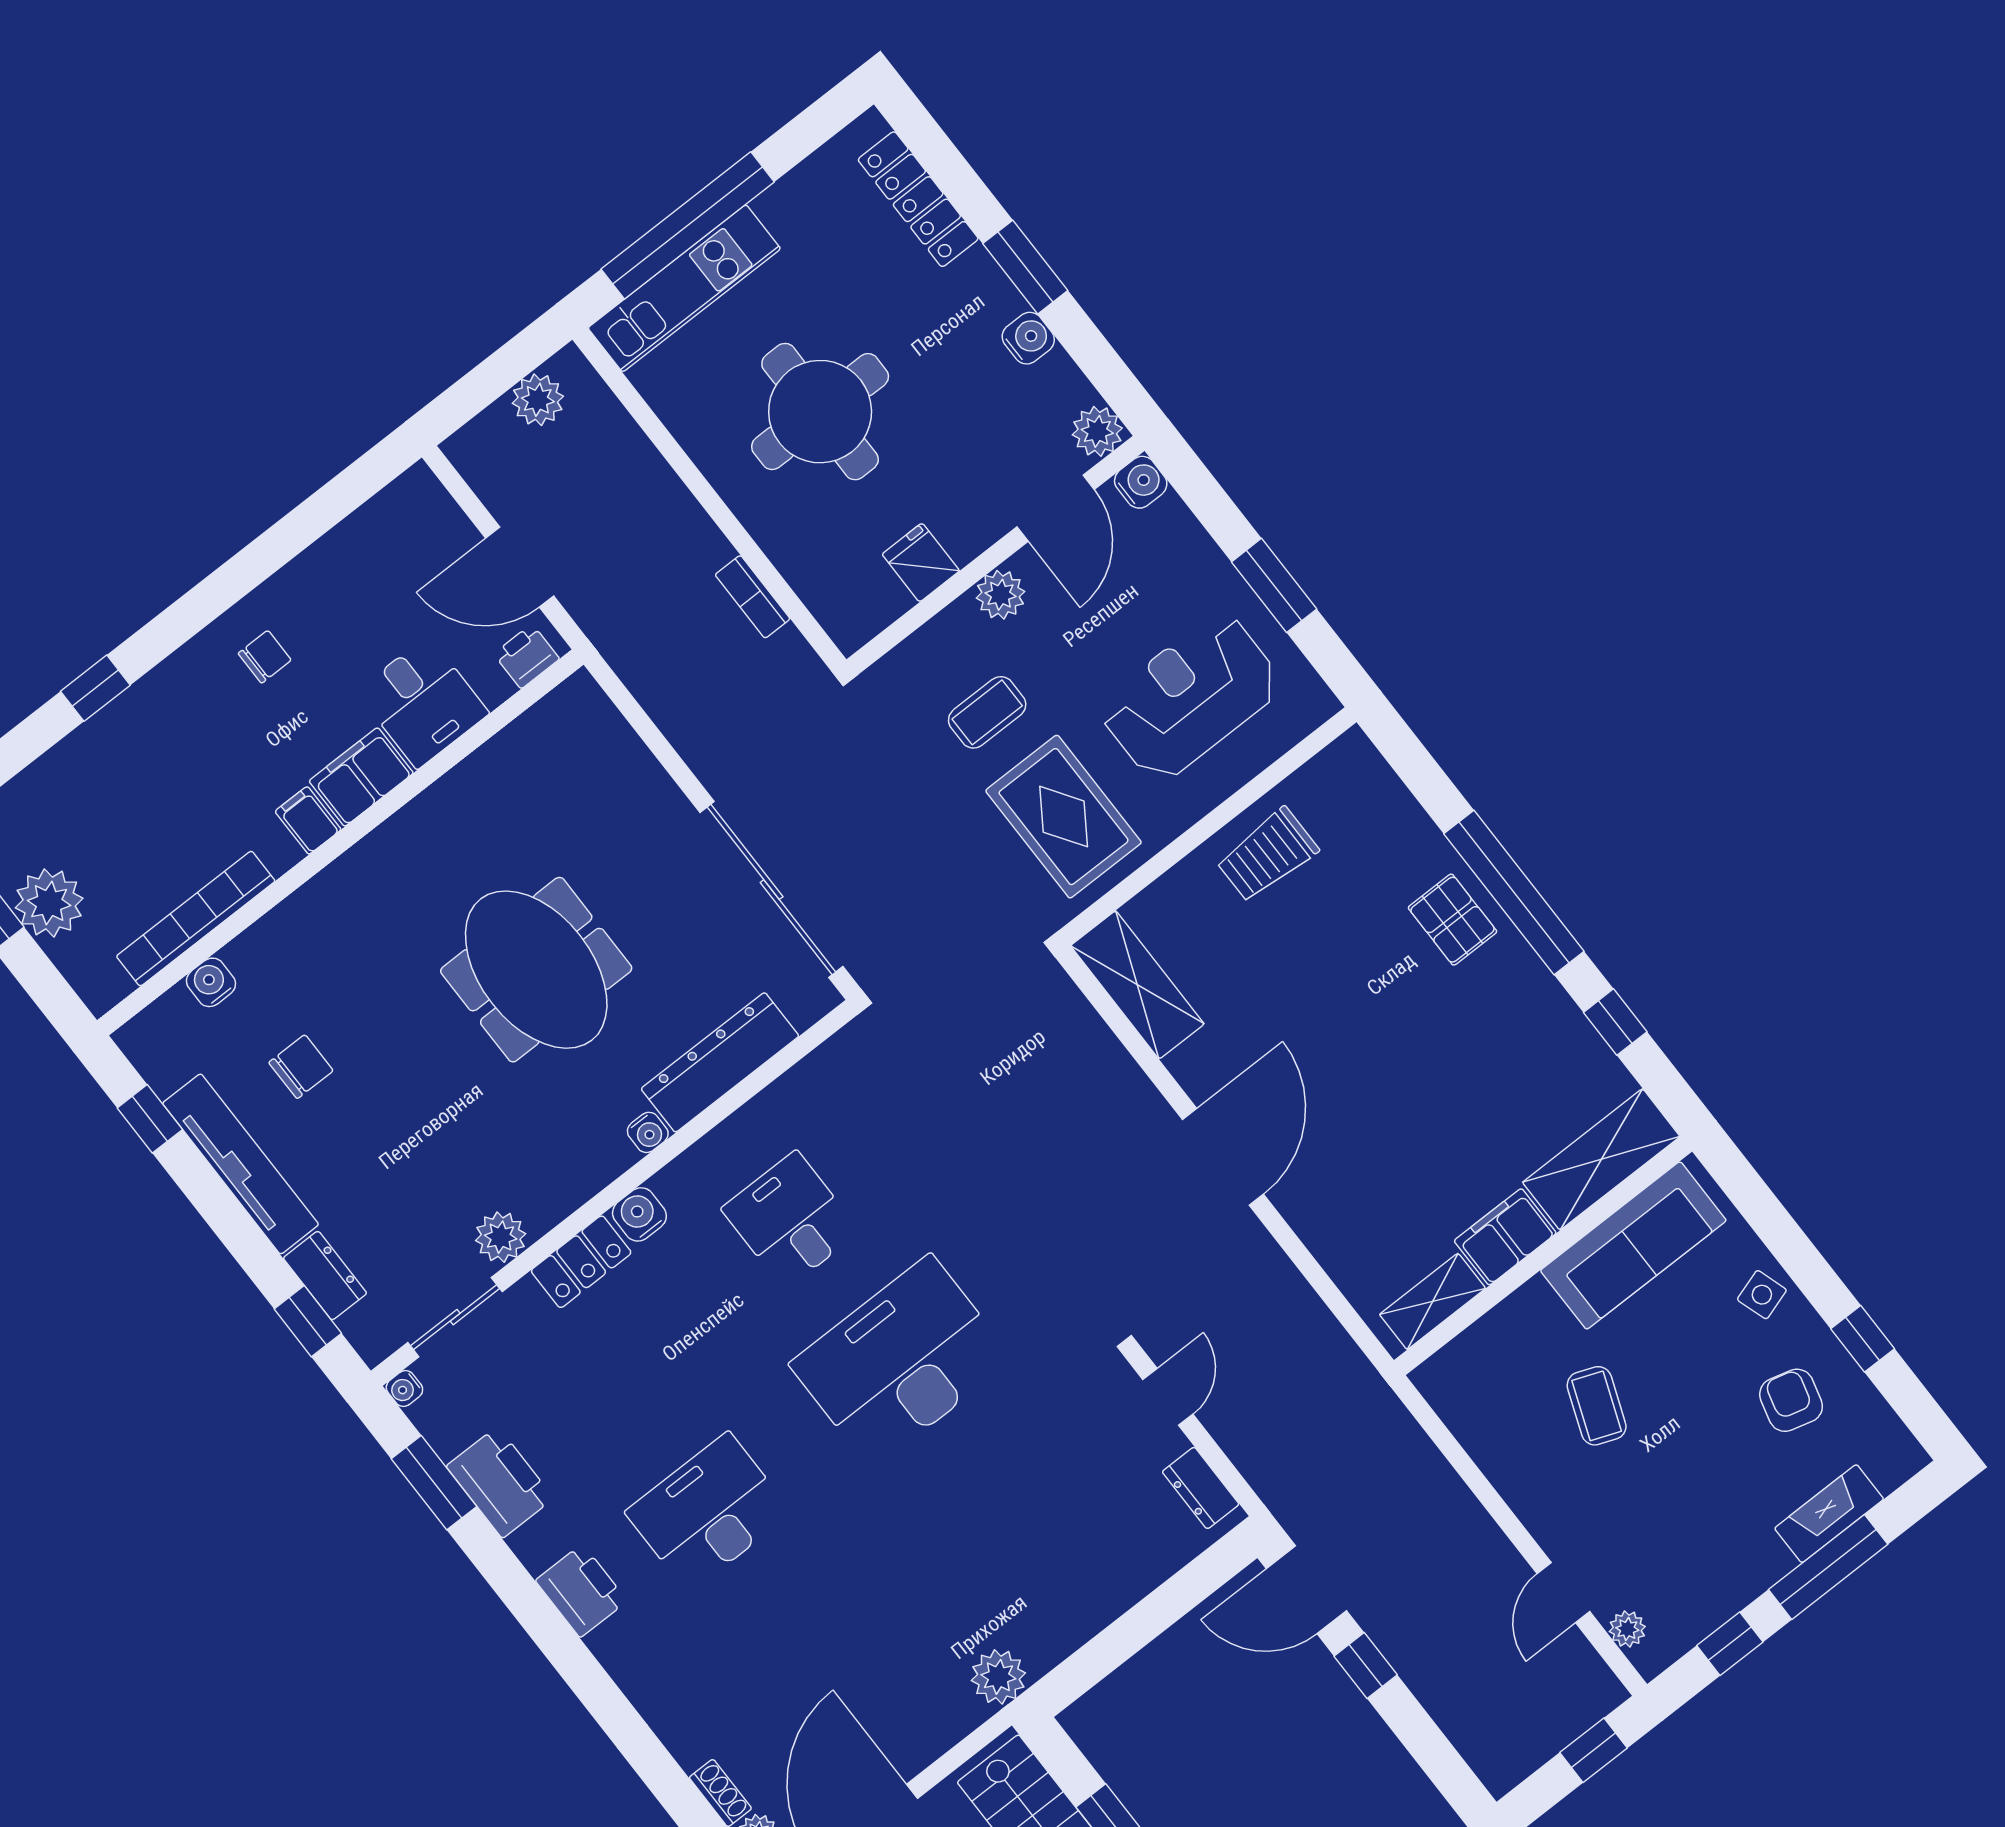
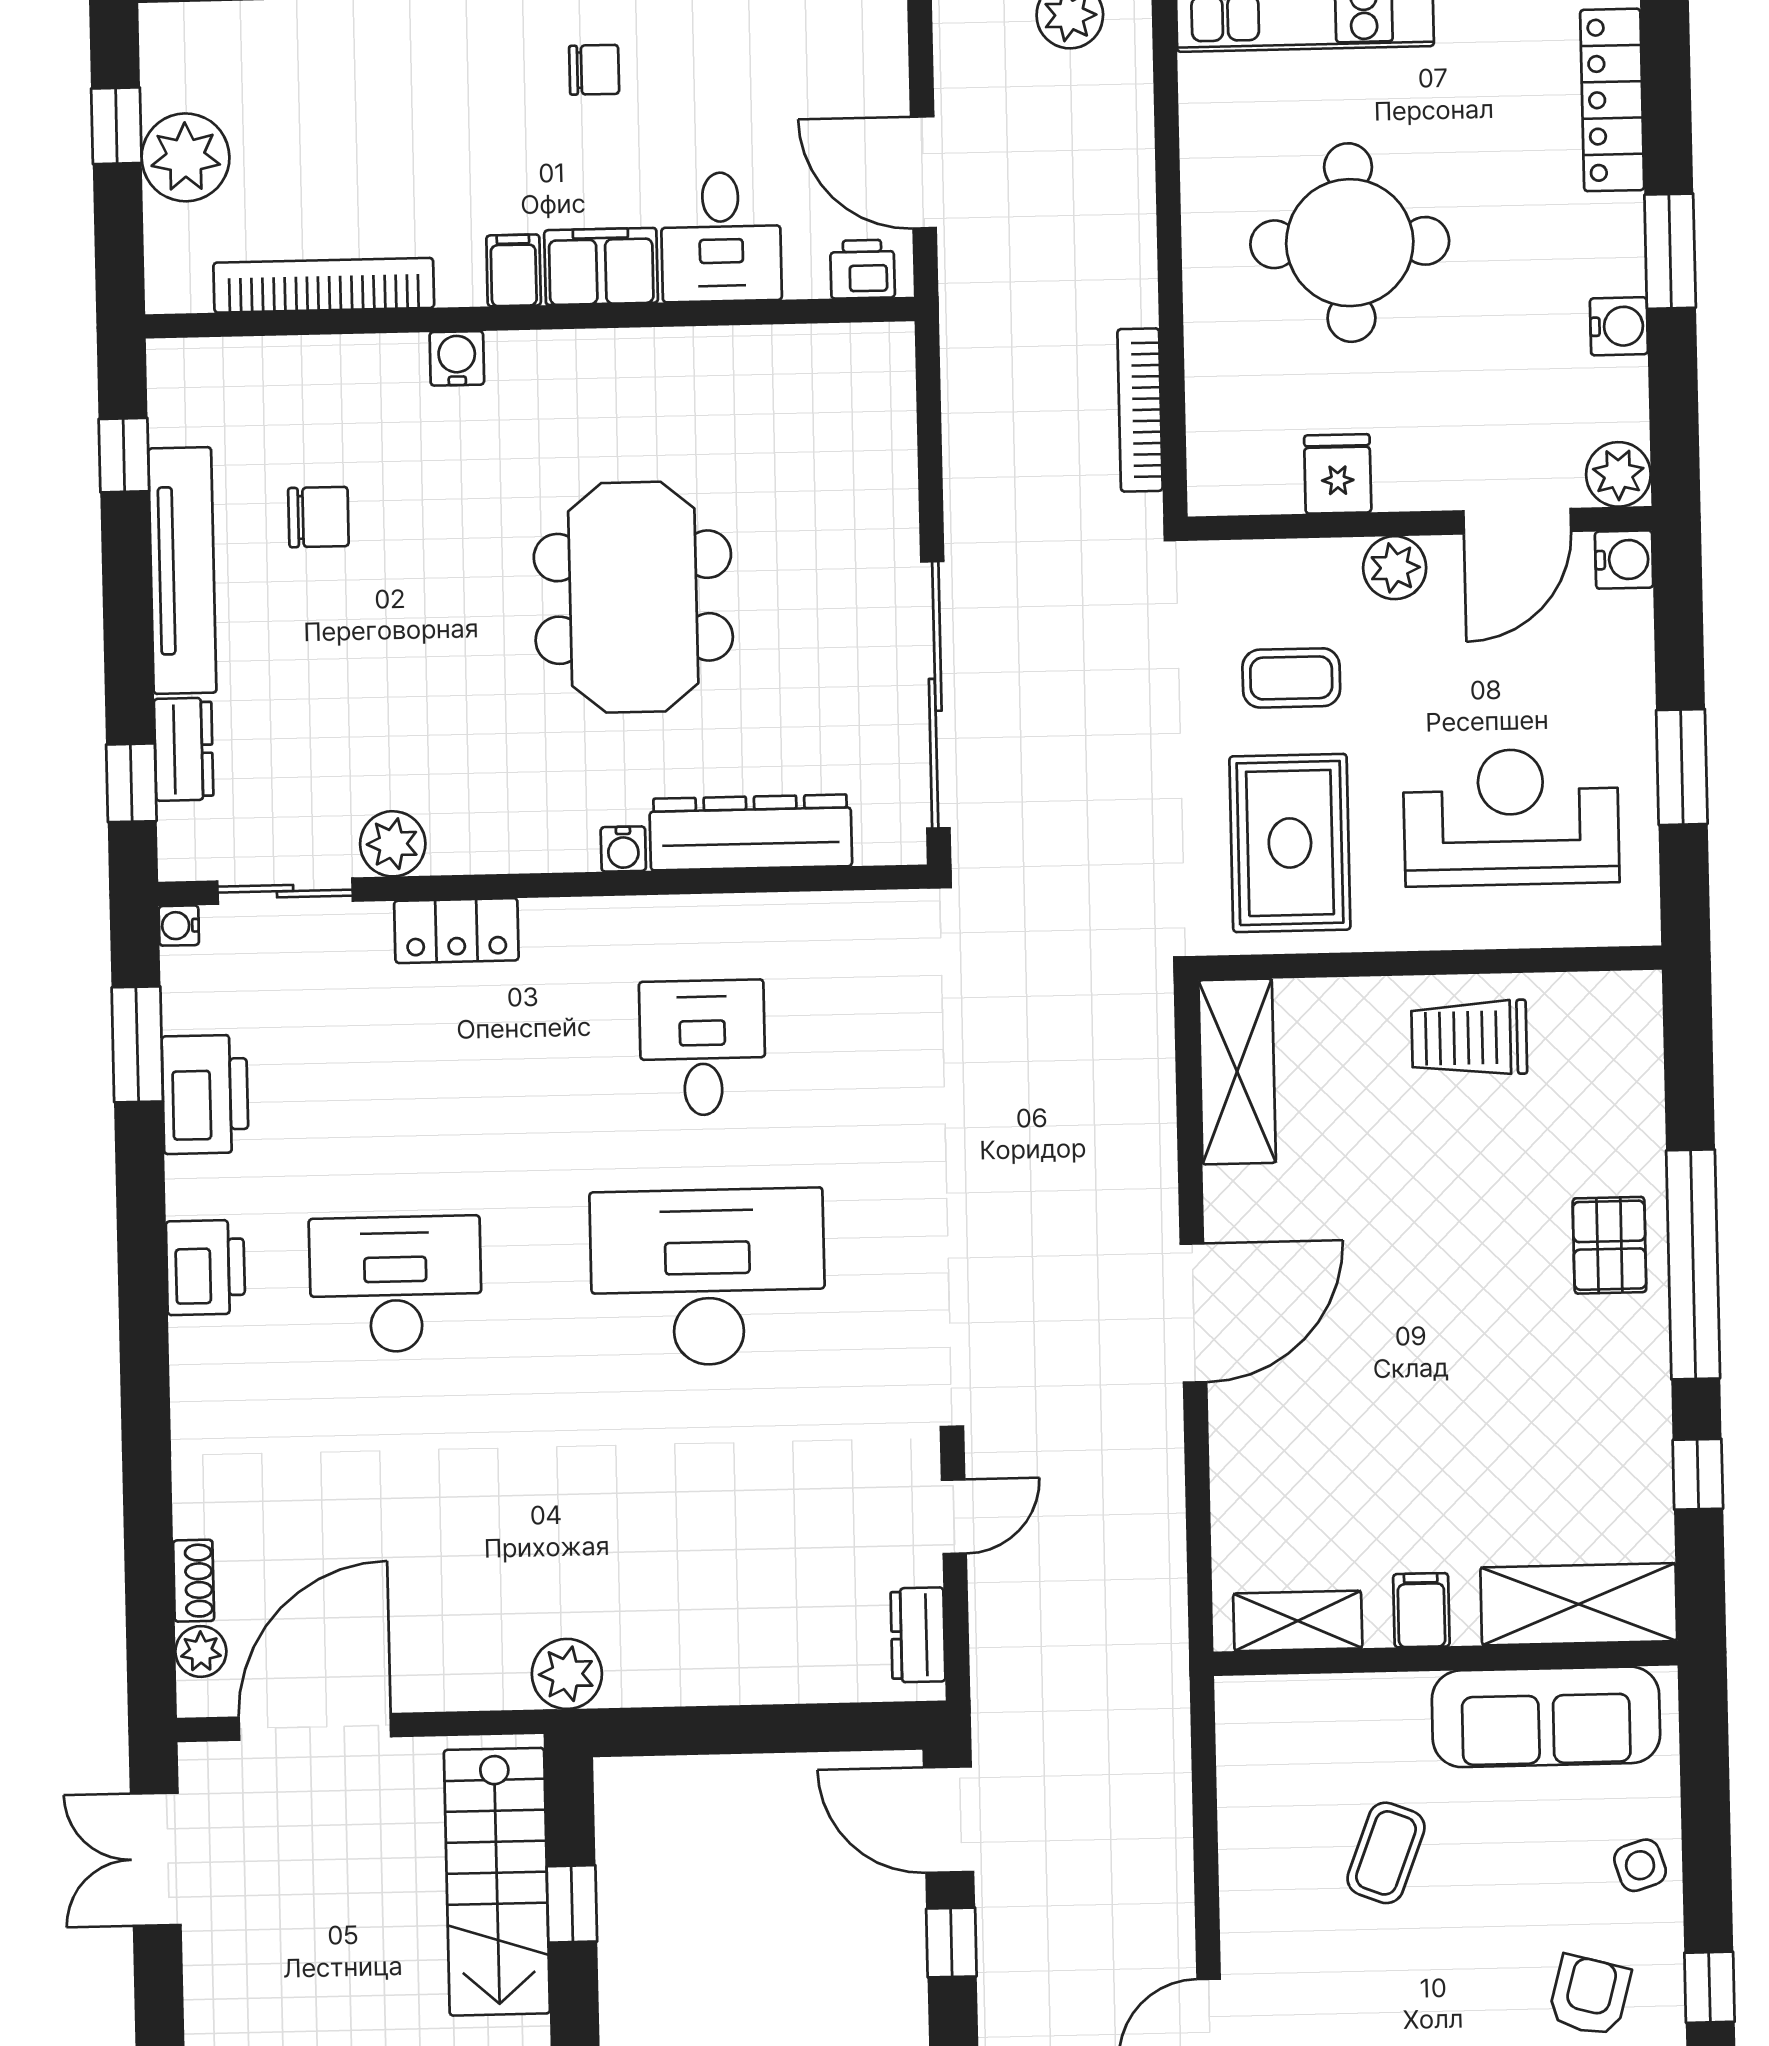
bookcase: (753, 597) -> (1140, 410), width x1.56
water cooler: (211, 982) -> (457, 358), moved
water cooler: (639, 1214) -> (552, 927), removed
filing cabinet: (1505, 1237) -> (1421, 1610), width x0.50

